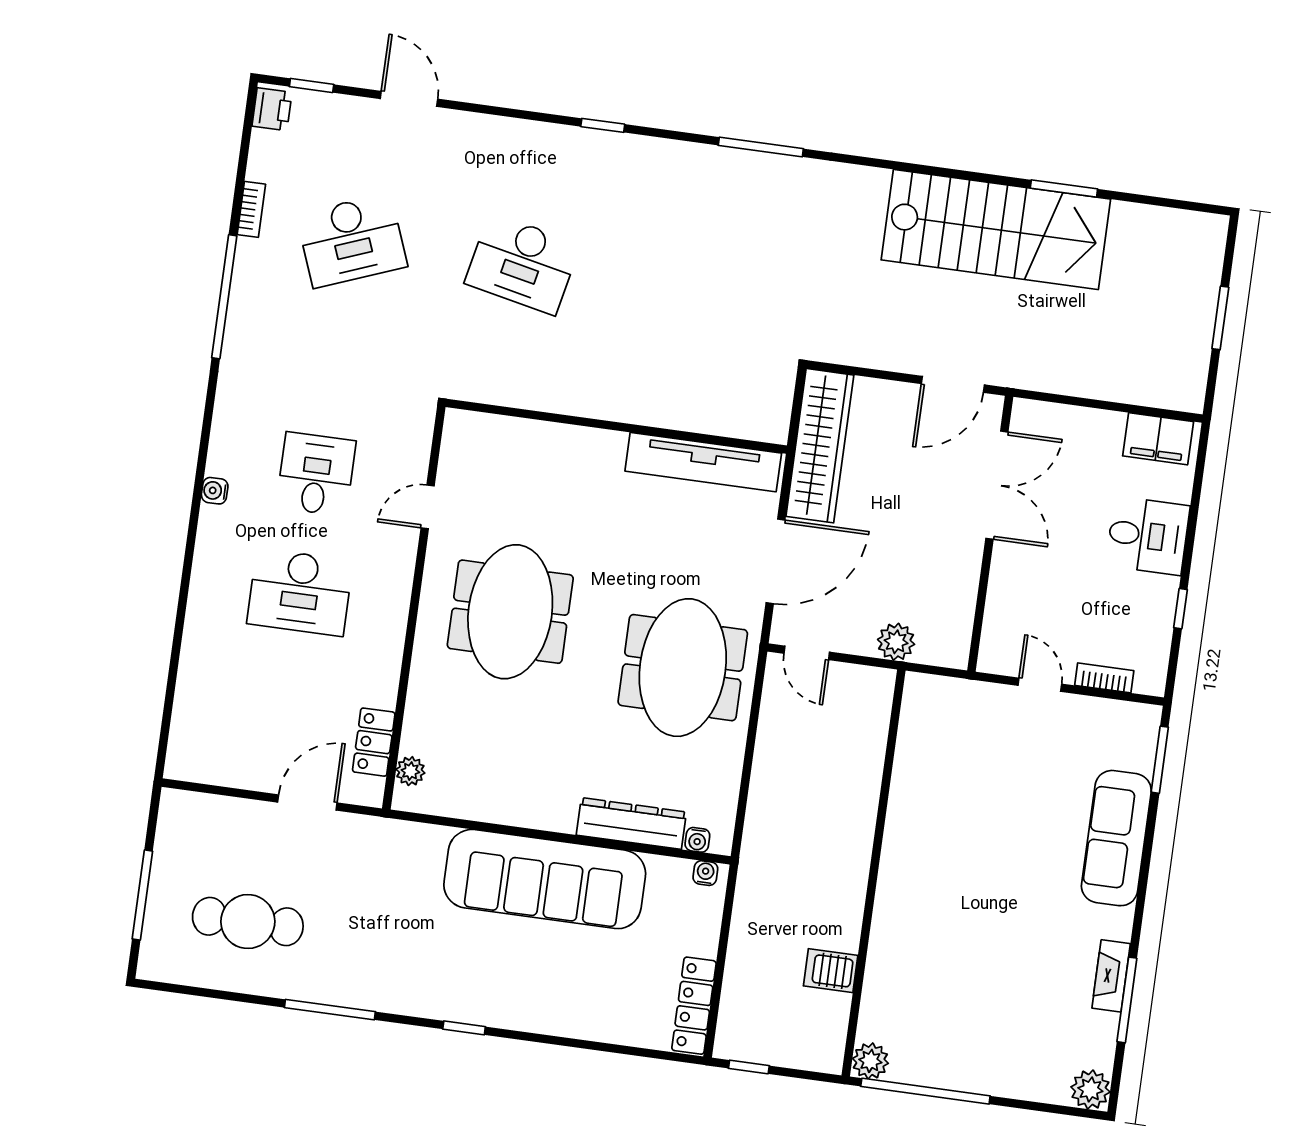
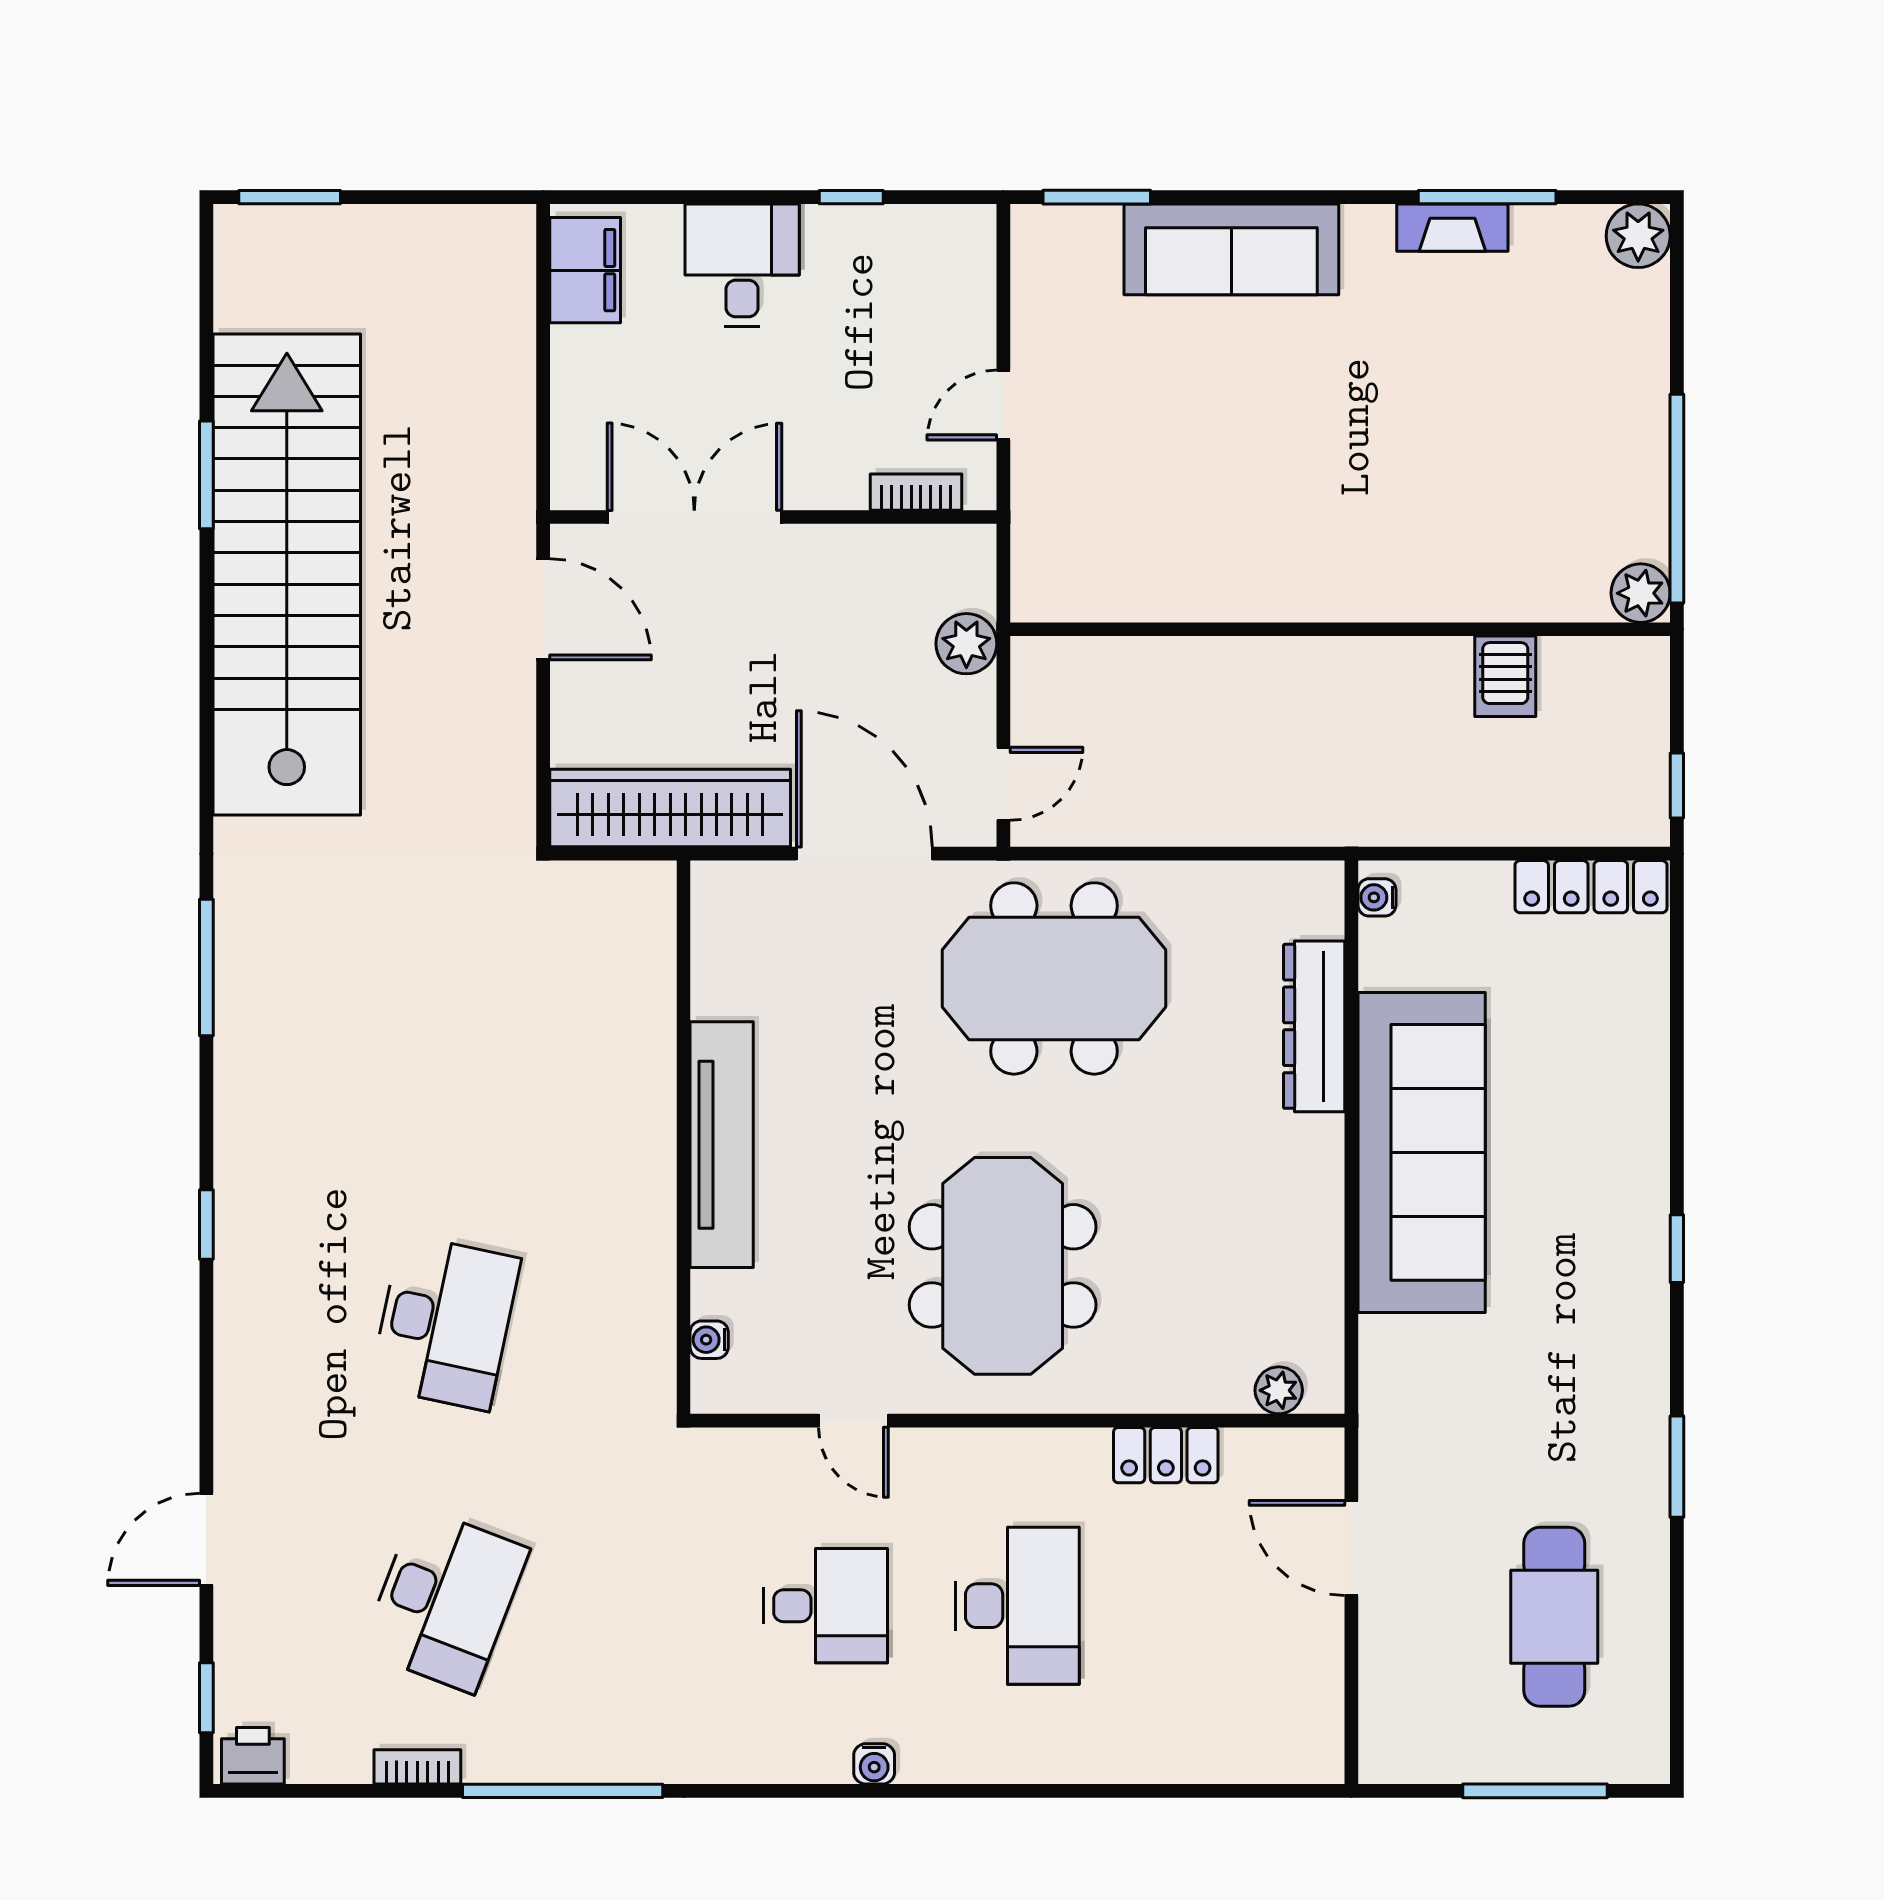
stairs: (996, 230) -> (287, 575), width x1.36
desk: (352, 240) -> (445, 1600), turned 42
window: (1220, 318) -> (290, 197), moved
tv unit: (703, 462) -> (722, 1145), moved
desk: (316, 474) -> (826, 1606), turned 180
meeting table: (510, 612) -> (1003, 1266), turned 90
bookcase: (1104, 678) -> (916, 492), moved, turned 90
locker: (374, 742) -> (1166, 1455), moved
water cooler: (697, 840) -> (709, 1340), moved, turned 180
window: (330, 1010) -> (1677, 1467), width x0.69

